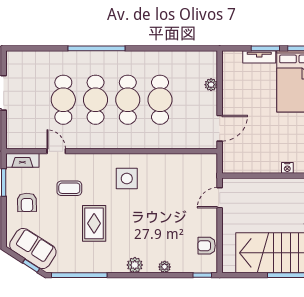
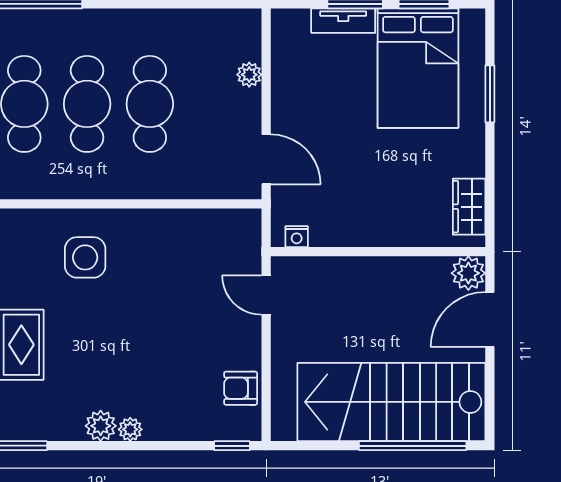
door: (220, 128) -> (266, 159), hinge flipped
nightstand: (287, 168) -> (297, 237), moved
door: (220, 198) -> (266, 295), hinge flipped
plant: (165, 267) -> (130, 429), moved

